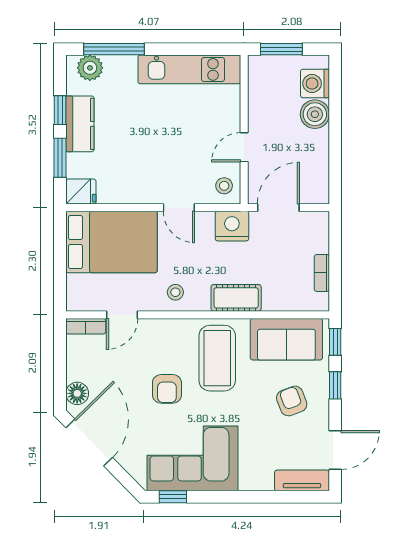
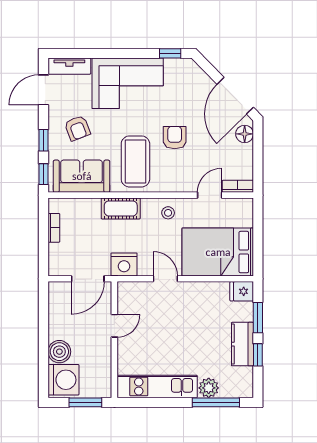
plant: (90, 68) -> (209, 388), moved
washing machine: (315, 83) -> (63, 380), width x1.37, depth x1.37
stool: (224, 186) -> (130, 296), removed
corner sofa: (192, 458) -> (128, 83), moved

